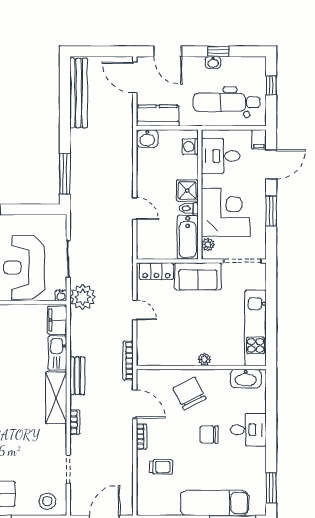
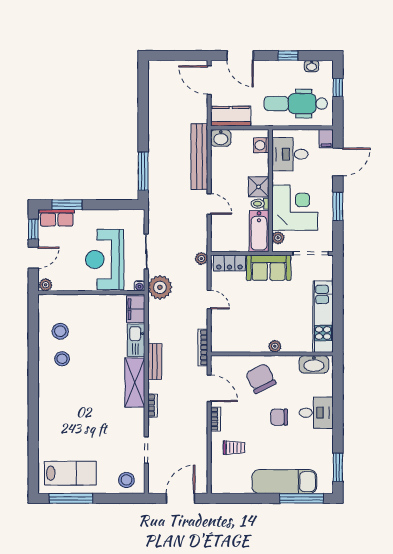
washbasin: (213, 62) -> (312, 66), moved
bench: (79, 93) -> (199, 157), moved
plant: (127, 266) -> (201, 259), added

